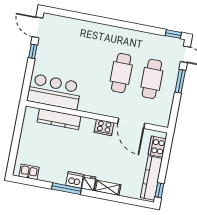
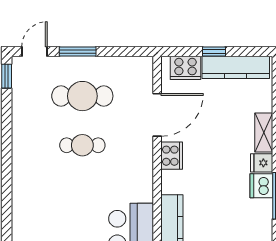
cafe table: (121, 73) -> (82, 145), width x0.73, depth x0.74
window: (159, 190) -> (214, 52), moved

